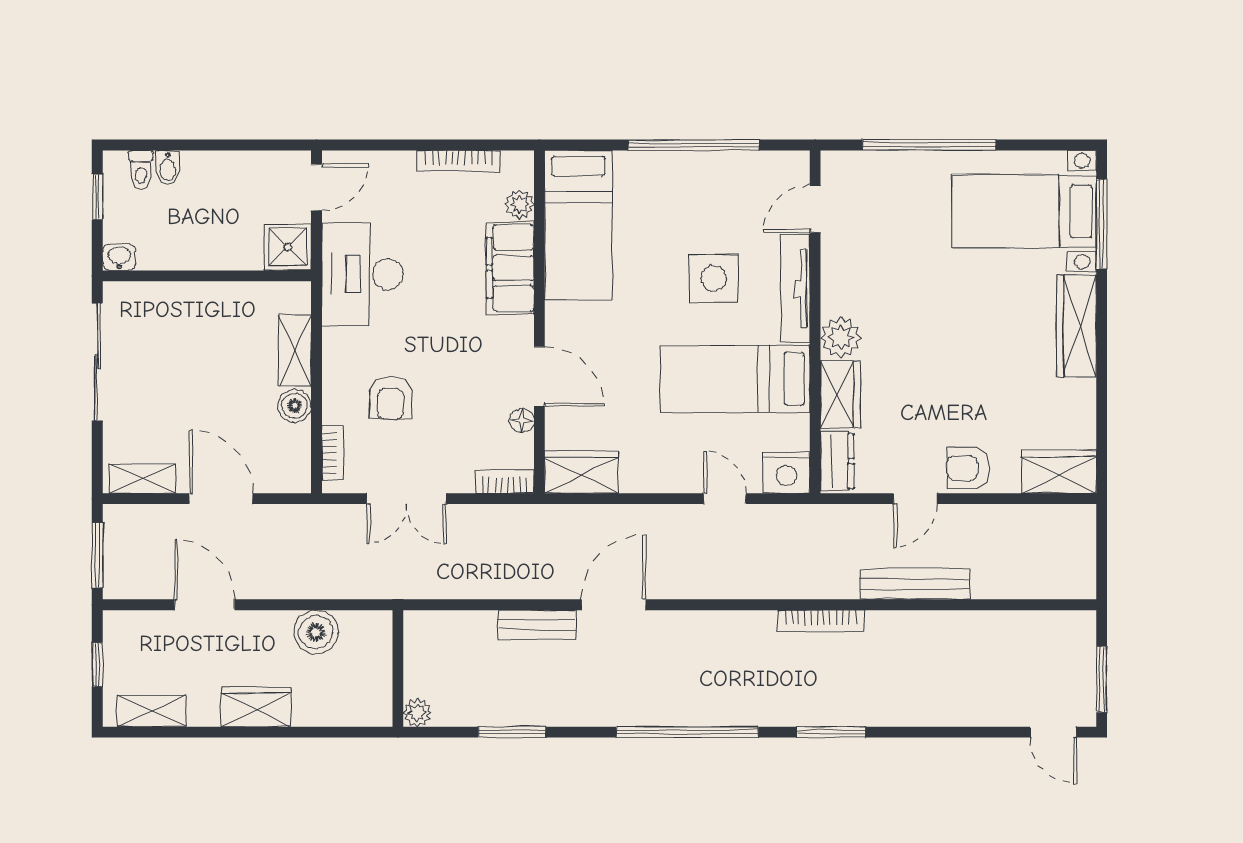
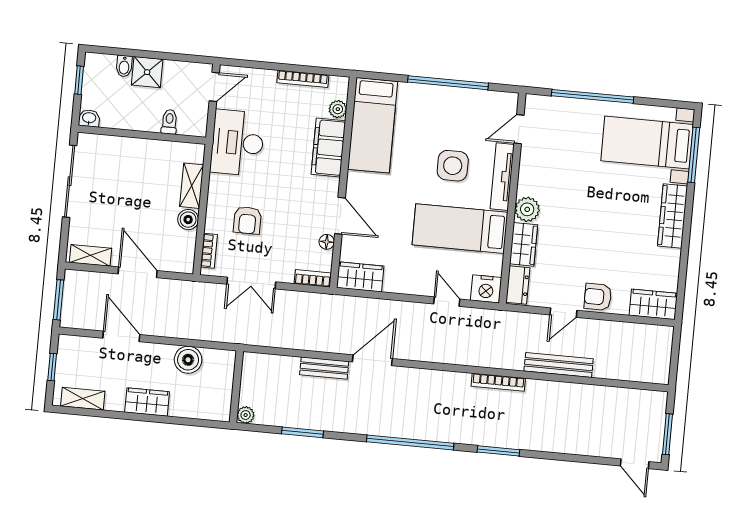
toilet: (141, 170) -> (169, 122), moved, turned 180
shower: (288, 247) -> (147, 72), moved

